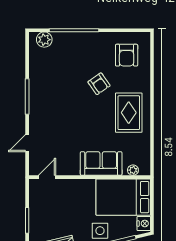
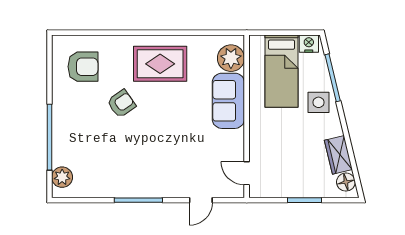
door: (27, 143) -> (201, 200), hinge flipped
plant: (133, 170) -> (231, 58), width x1.87, depth x1.87
bed: (123, 197) -> (281, 71), width x0.67

